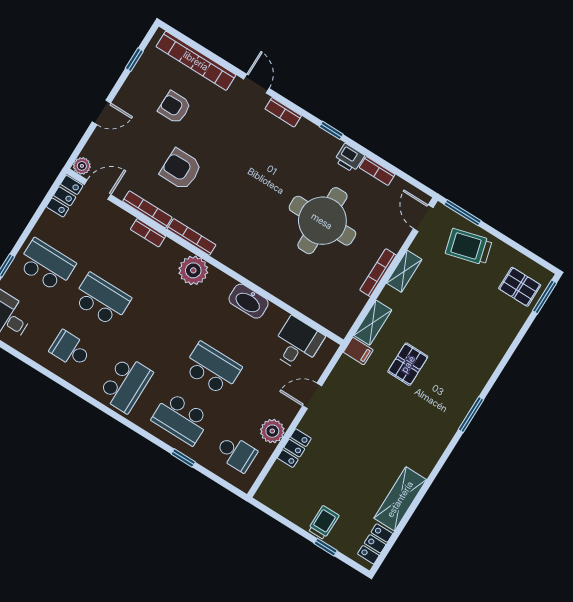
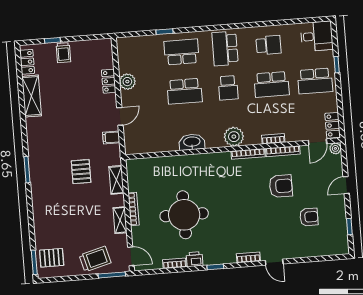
bookcase: (196, 61) -> (316, 250), removed
desk: (297, 344) -> (149, 138), removed
filing cabinet: (358, 351) -> (111, 138), moved
school desk: (236, 453) -> (228, 88), moved, turned -90

